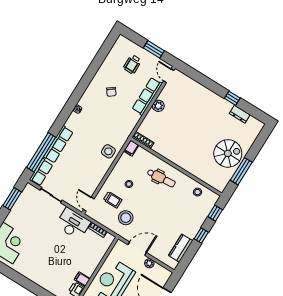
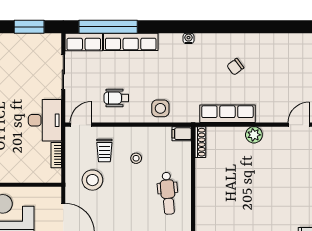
wheelchair: (132, 64) -> (116, 98), moved
row of seats: (147, 96) -> (227, 114), moved

